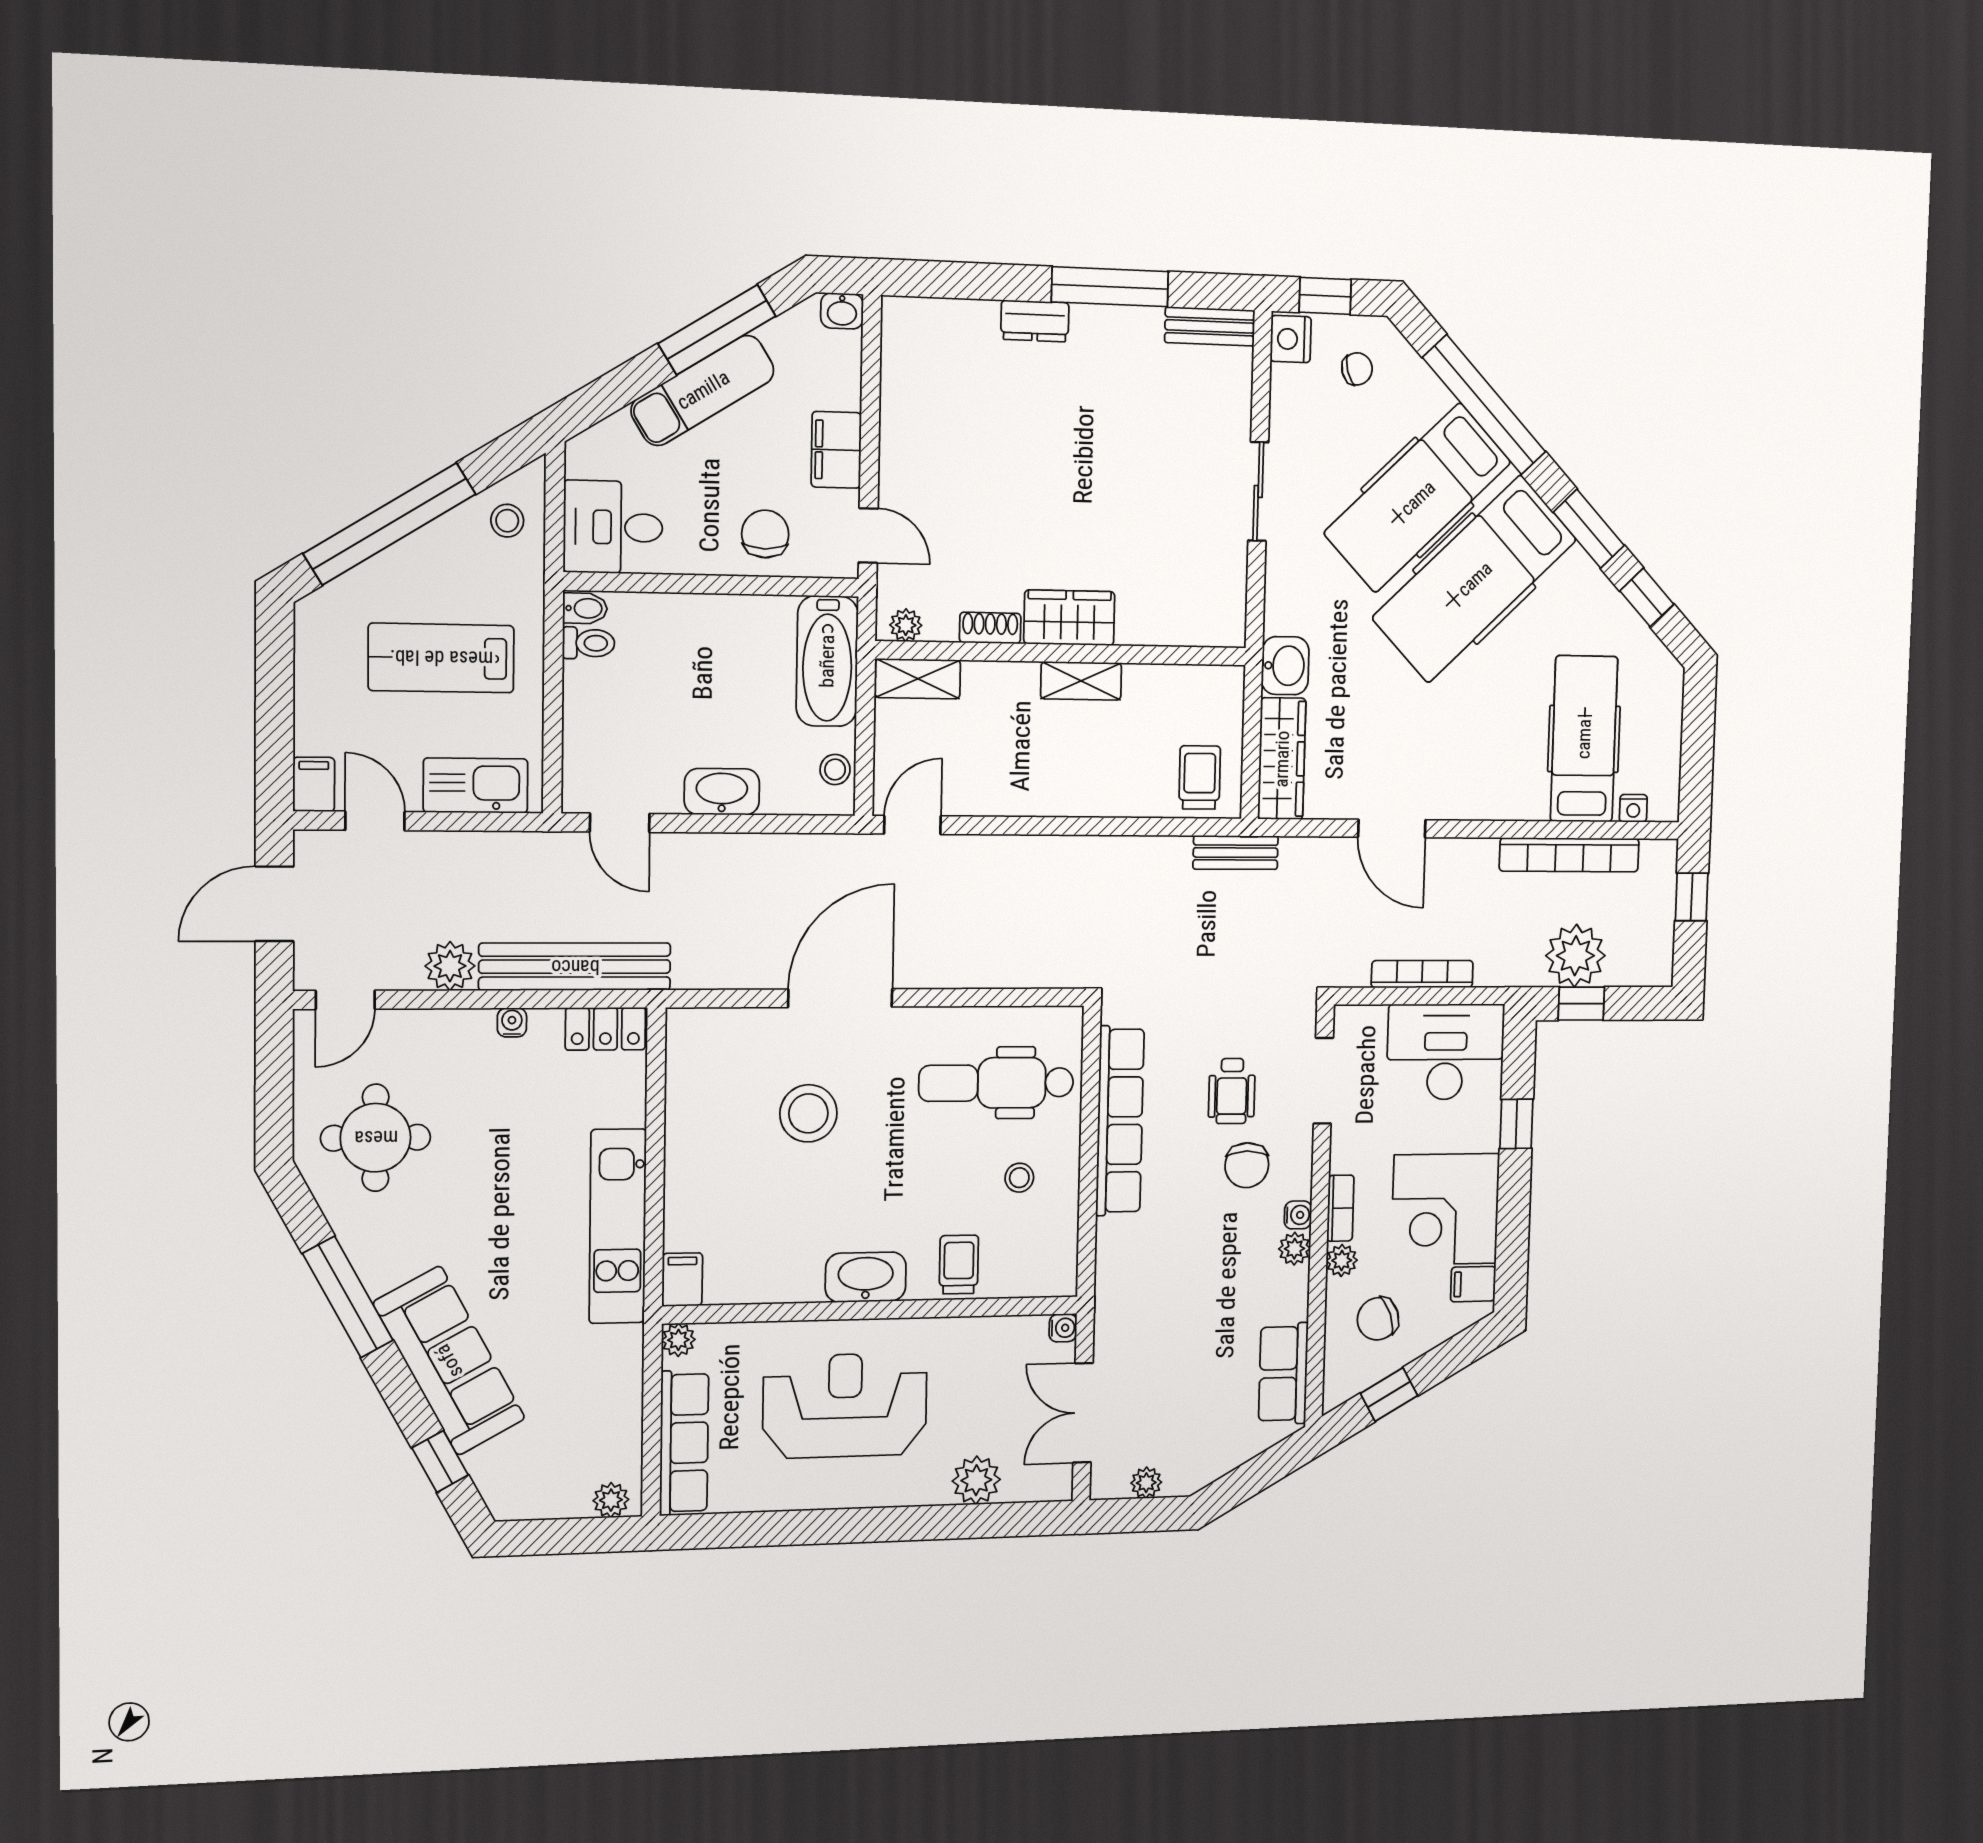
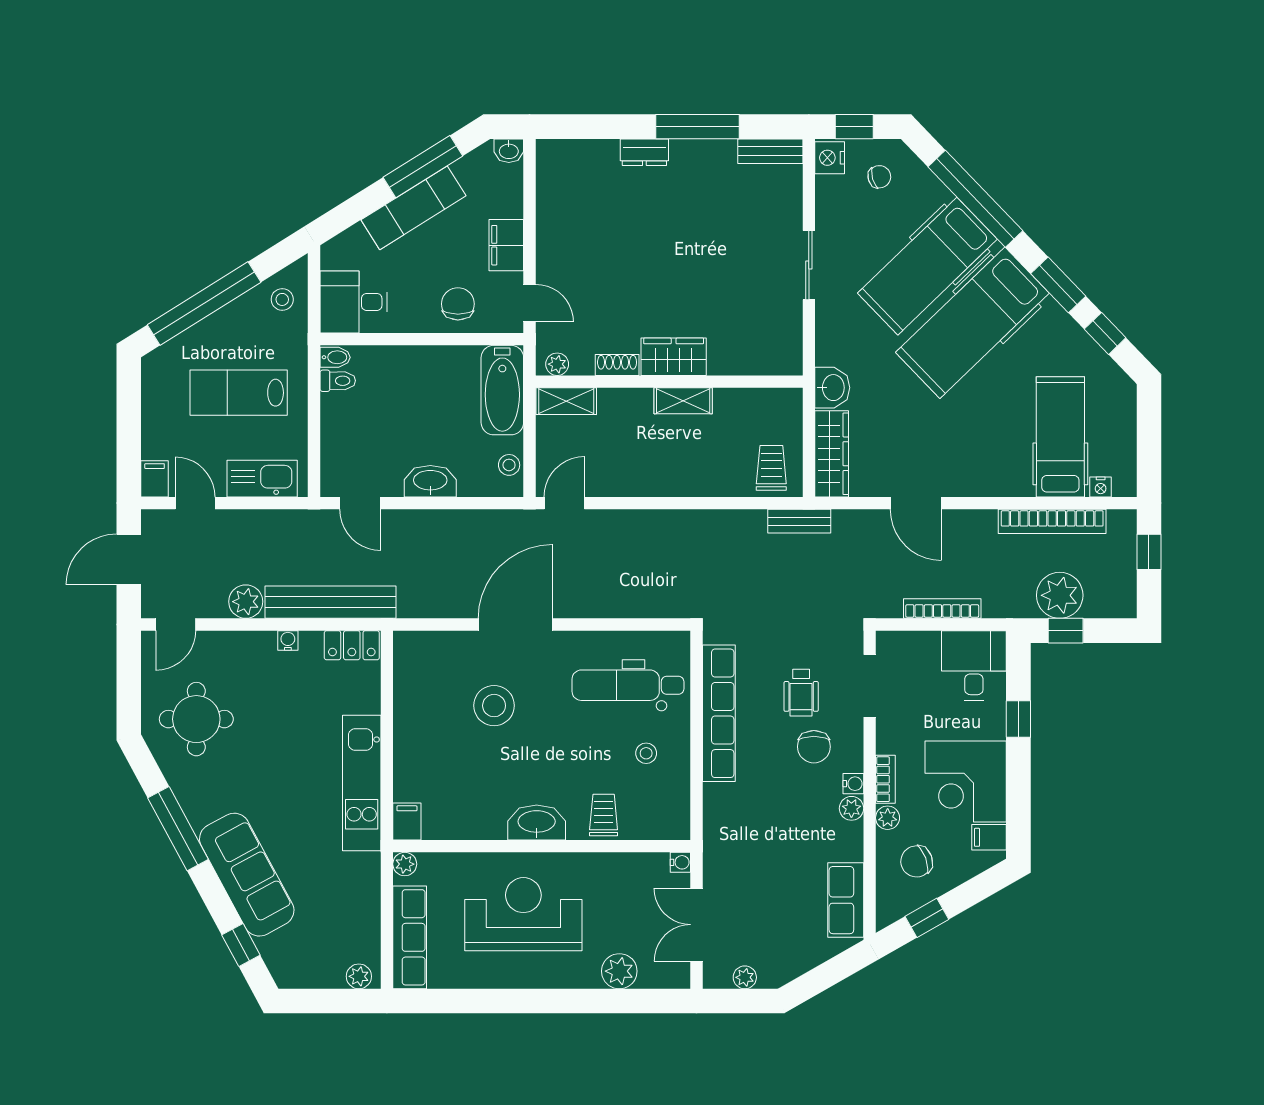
desk: (1445, 1052) -> (974, 665), width x0.73

